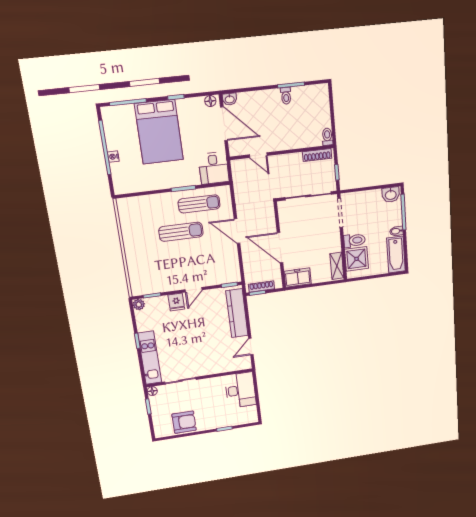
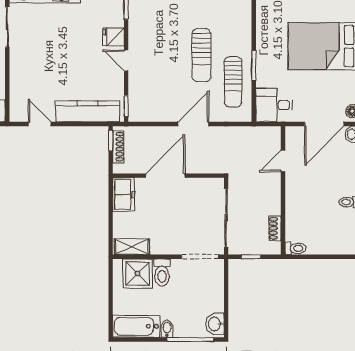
shoe rack: (317, 155) -> (275, 228), width x0.70

